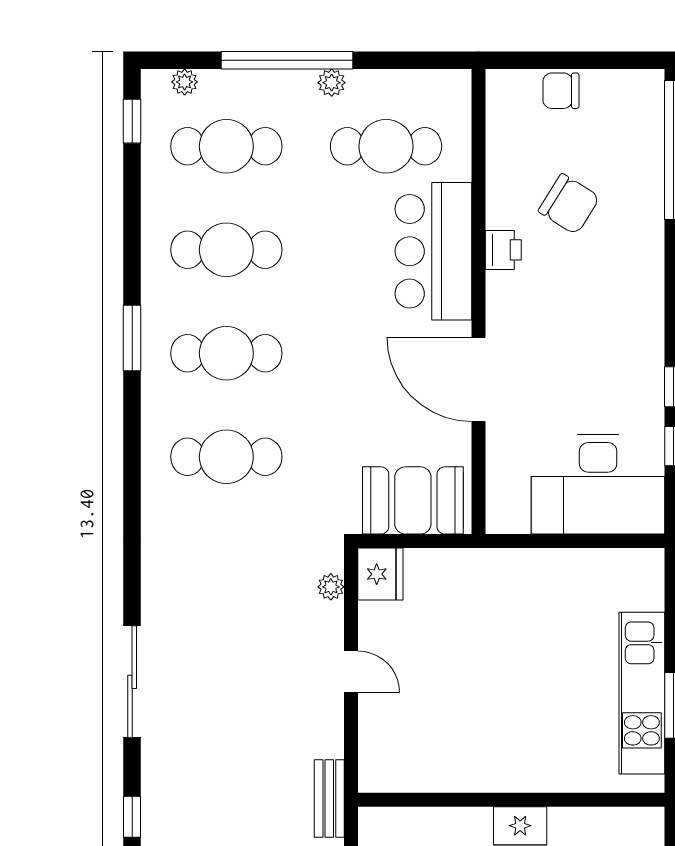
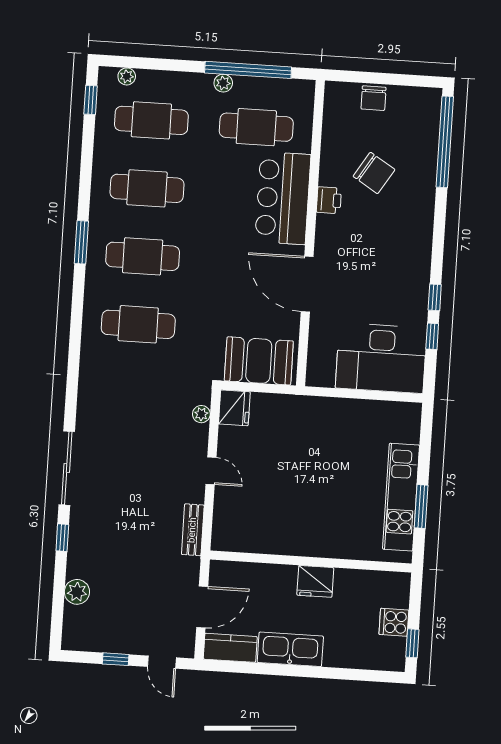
window: (287, 60) -> (248, 70), moved
chair: (561, 91) -> (373, 98), turned -90
bench: (329, 799) -> (193, 530), moved
window: (132, 817) -> (62, 538), moved

